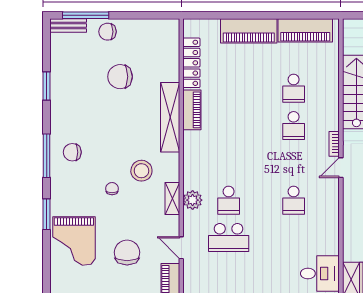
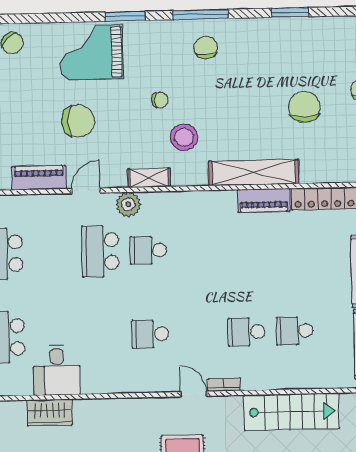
plant: (193, 200) -> (128, 204), moved

